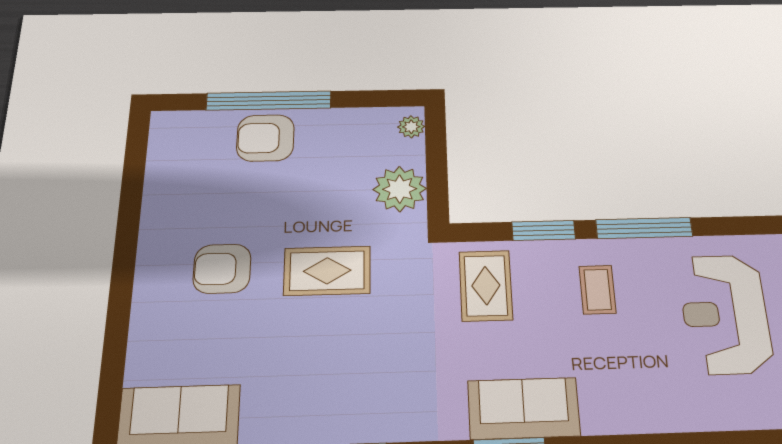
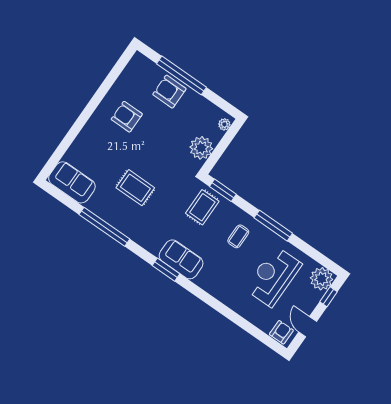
window: (544, 231) -> (223, 190), moved
armchair: (222, 269) -> (127, 117), moved
rug: (327, 271) -> (135, 188), moved

